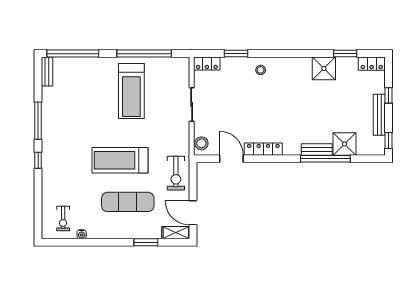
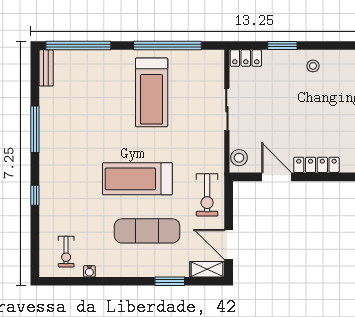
window: (38, 160) -> (35, 195), moved

